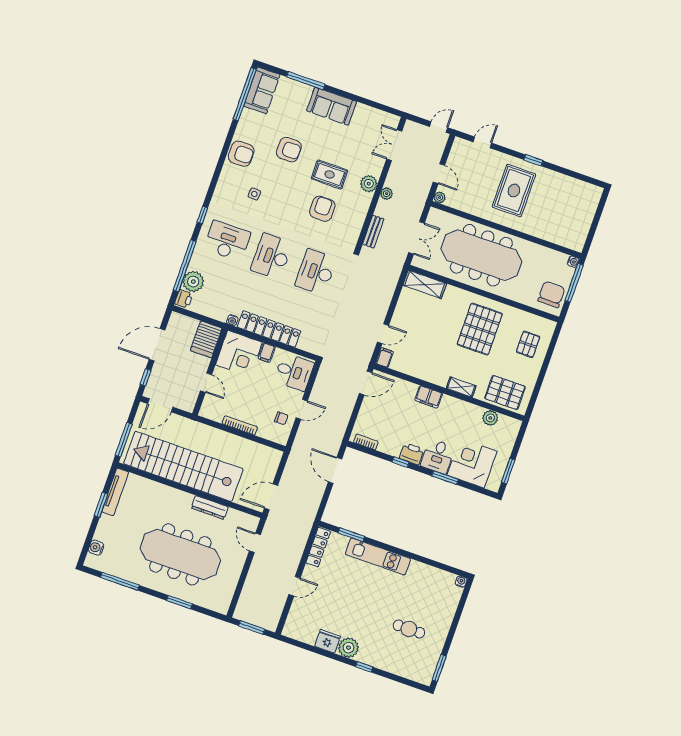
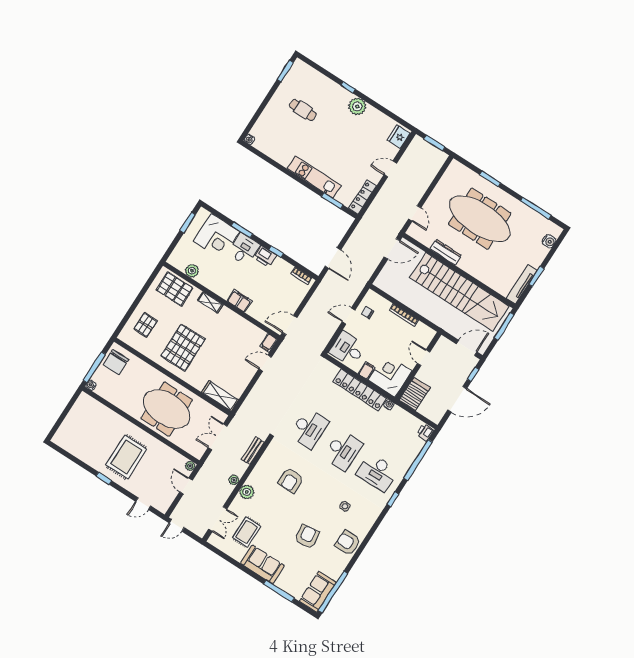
armchair: (289, 150) -> (307, 537), turned 82
rug: (330, 175) -> (247, 532), moved, turned 90
meeting table: (481, 255) -> (167, 409), width x0.73
plant: (193, 282) -> (414, 445), removed
fridge: (328, 641) -> (399, 137), moved, turned 90

